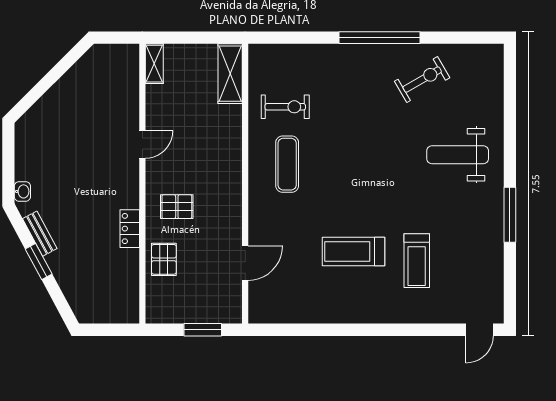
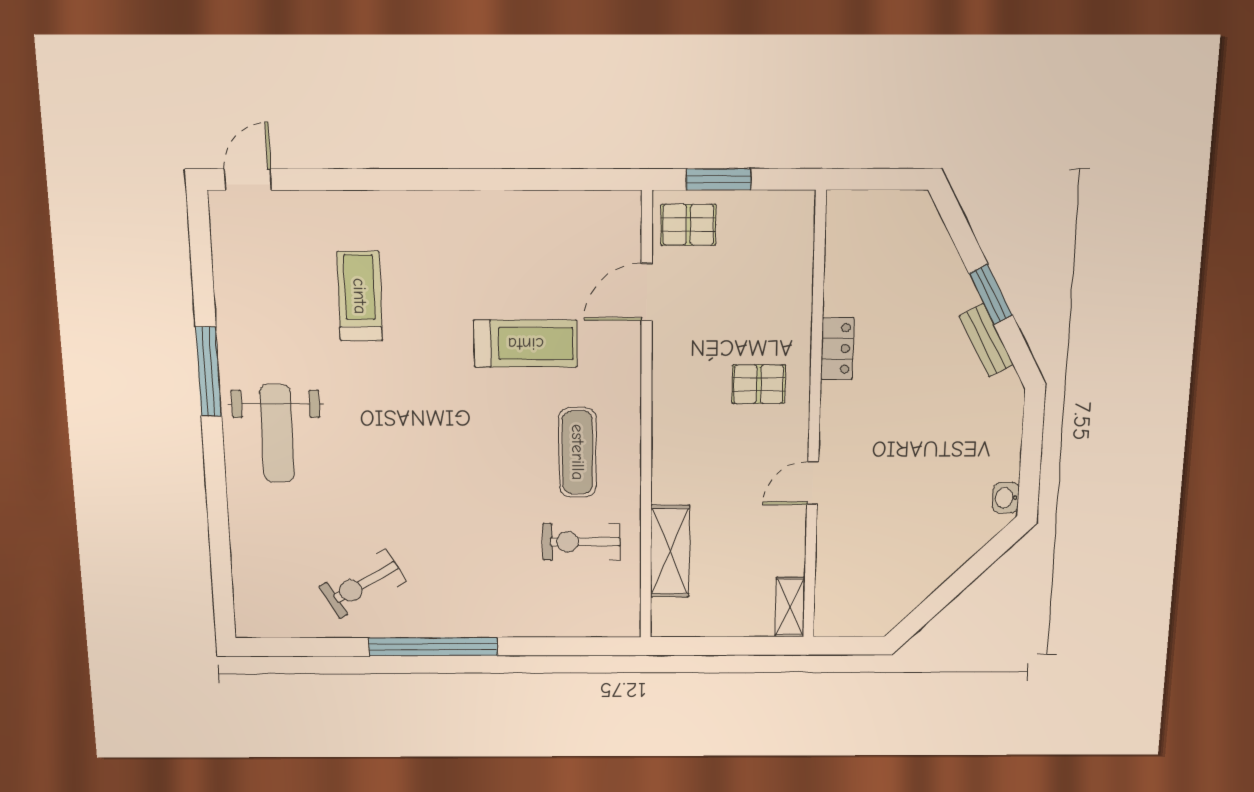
shelving: (230, 74) -> (670, 551), moved
weight bench: (458, 155) -> (277, 433), moved, turned 90
washbasin: (22, 191) -> (1006, 498), moved
treadmill: (354, 252) -> (526, 344), moved
pallet: (164, 259) -> (688, 225), moved, turned 90

